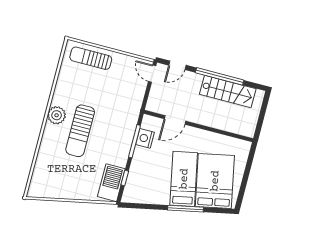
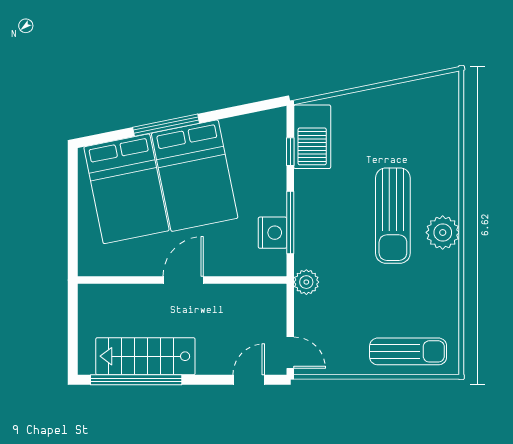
window: (220, 76) -> (136, 380), moved
plant: (134, 108) -> (306, 282), added
door: (175, 120) -> (183, 280), moved
sun lounger: (80, 131) -> (393, 216), turned 180
bed: (184, 179) -> (195, 176), width x1.50

